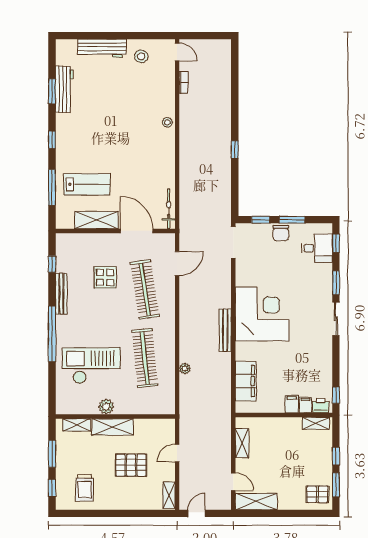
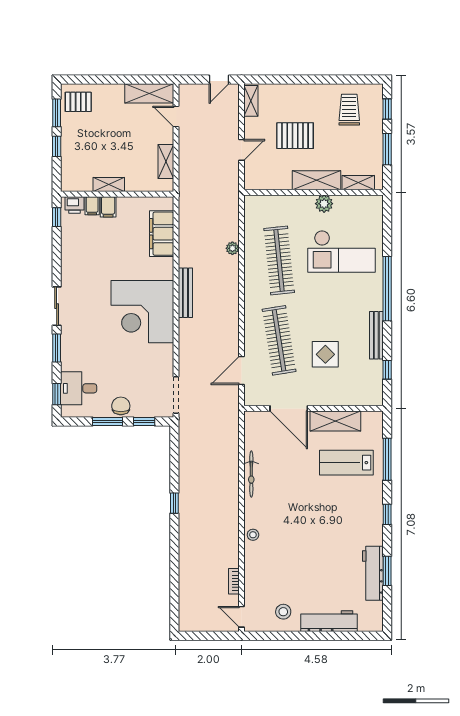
bicycle: (169, 209) -> (251, 474), moved
shelving: (316, 423) -> (109, 185), moved

